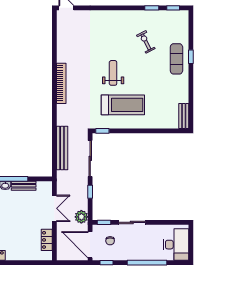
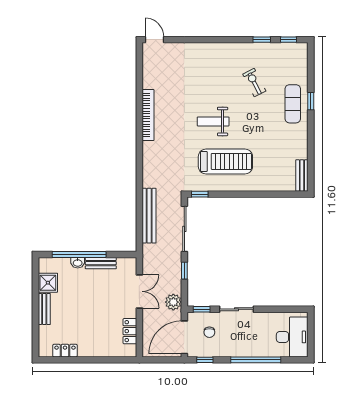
weight bench: (113, 73) -> (213, 121), turned -90
bookcase: (61, 83) -> (148, 115), moved
door: (90, 245) -> (184, 337), hinge flipped

